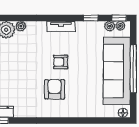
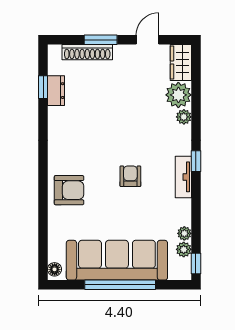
window: (91, 18) -> (196, 161), moved
plant: (120, 26) -> (184, 233), moved
armchair: (55, 89) -> (69, 190), moved

